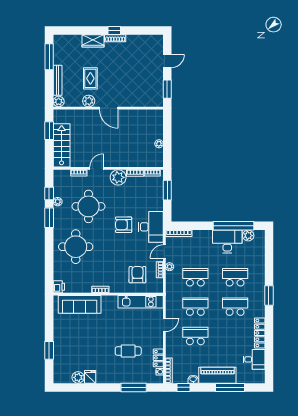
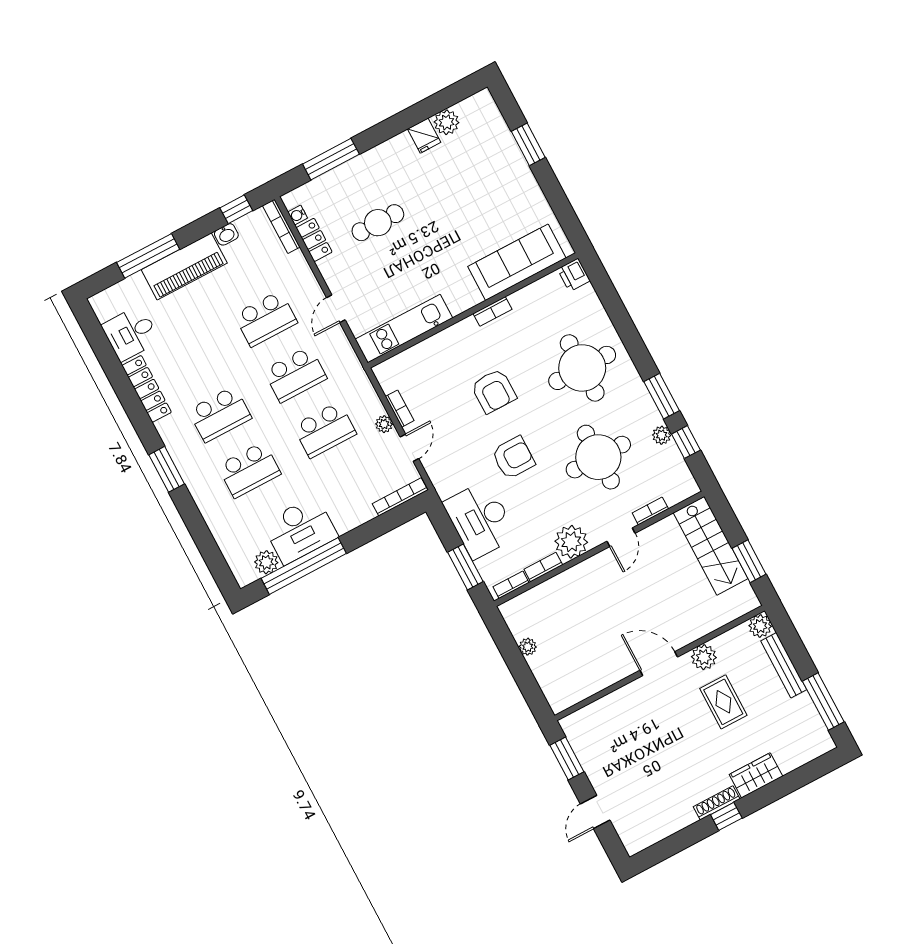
desk: (151, 227) -> (480, 520), moved
armchair: (137, 275) -> (494, 391), moved

